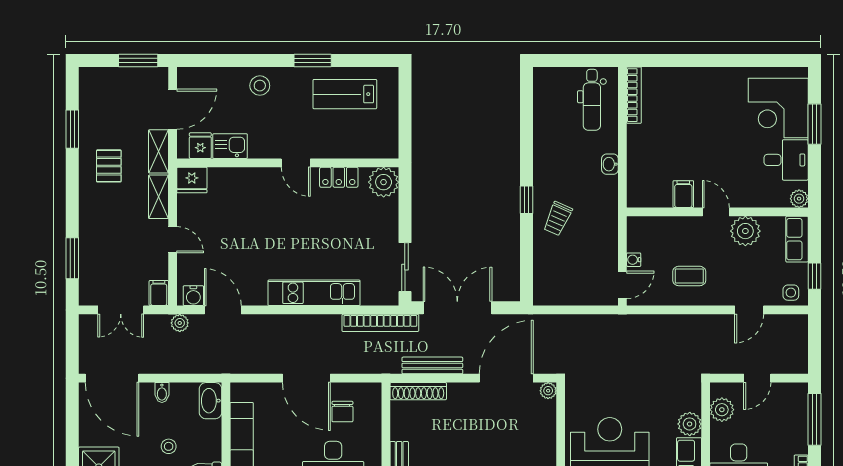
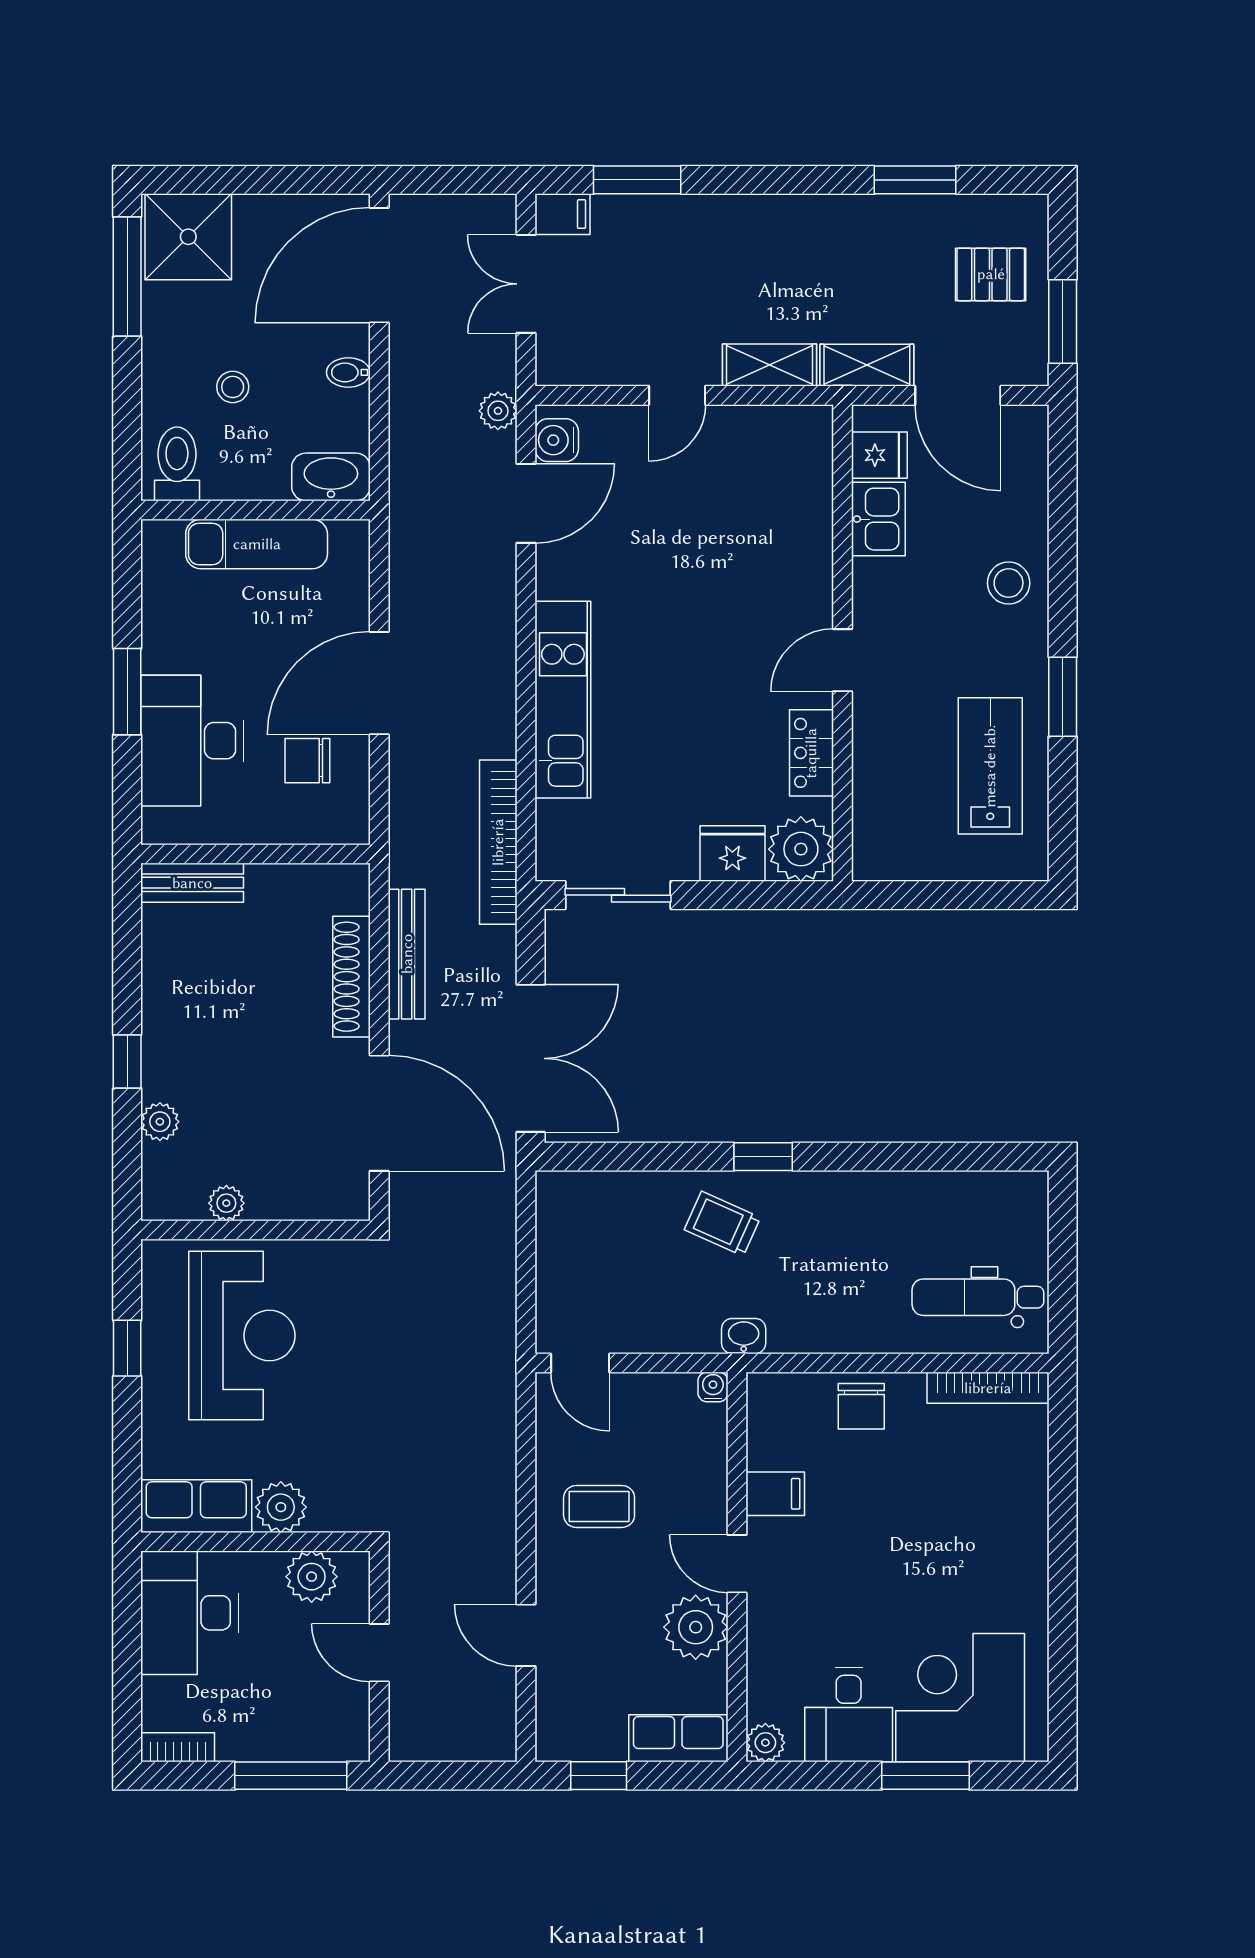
chair: (643, 154) -> (861, 1406), added
washbasin: (610, 164) -> (744, 1336), moved
pallet: (109, 166) -> (991, 274), moved
fridge: (192, 180) -> (732, 854), moved, turned 90
door: (716, 212) -> (737, 1564), swing flipped
water cooler: (634, 260) -> (713, 1387), moved
coffee table: (689, 276) -> (599, 1506), turned 90
filing cabinet: (159, 293) -> (562, 214), moved
side table: (791, 293) -> (563, 1725), removed
double door: (457, 308) -> (531, 1058), moved
shoe rack: (418, 391) -> (351, 977), moved
plant: (548, 391) -> (226, 1203), moved

